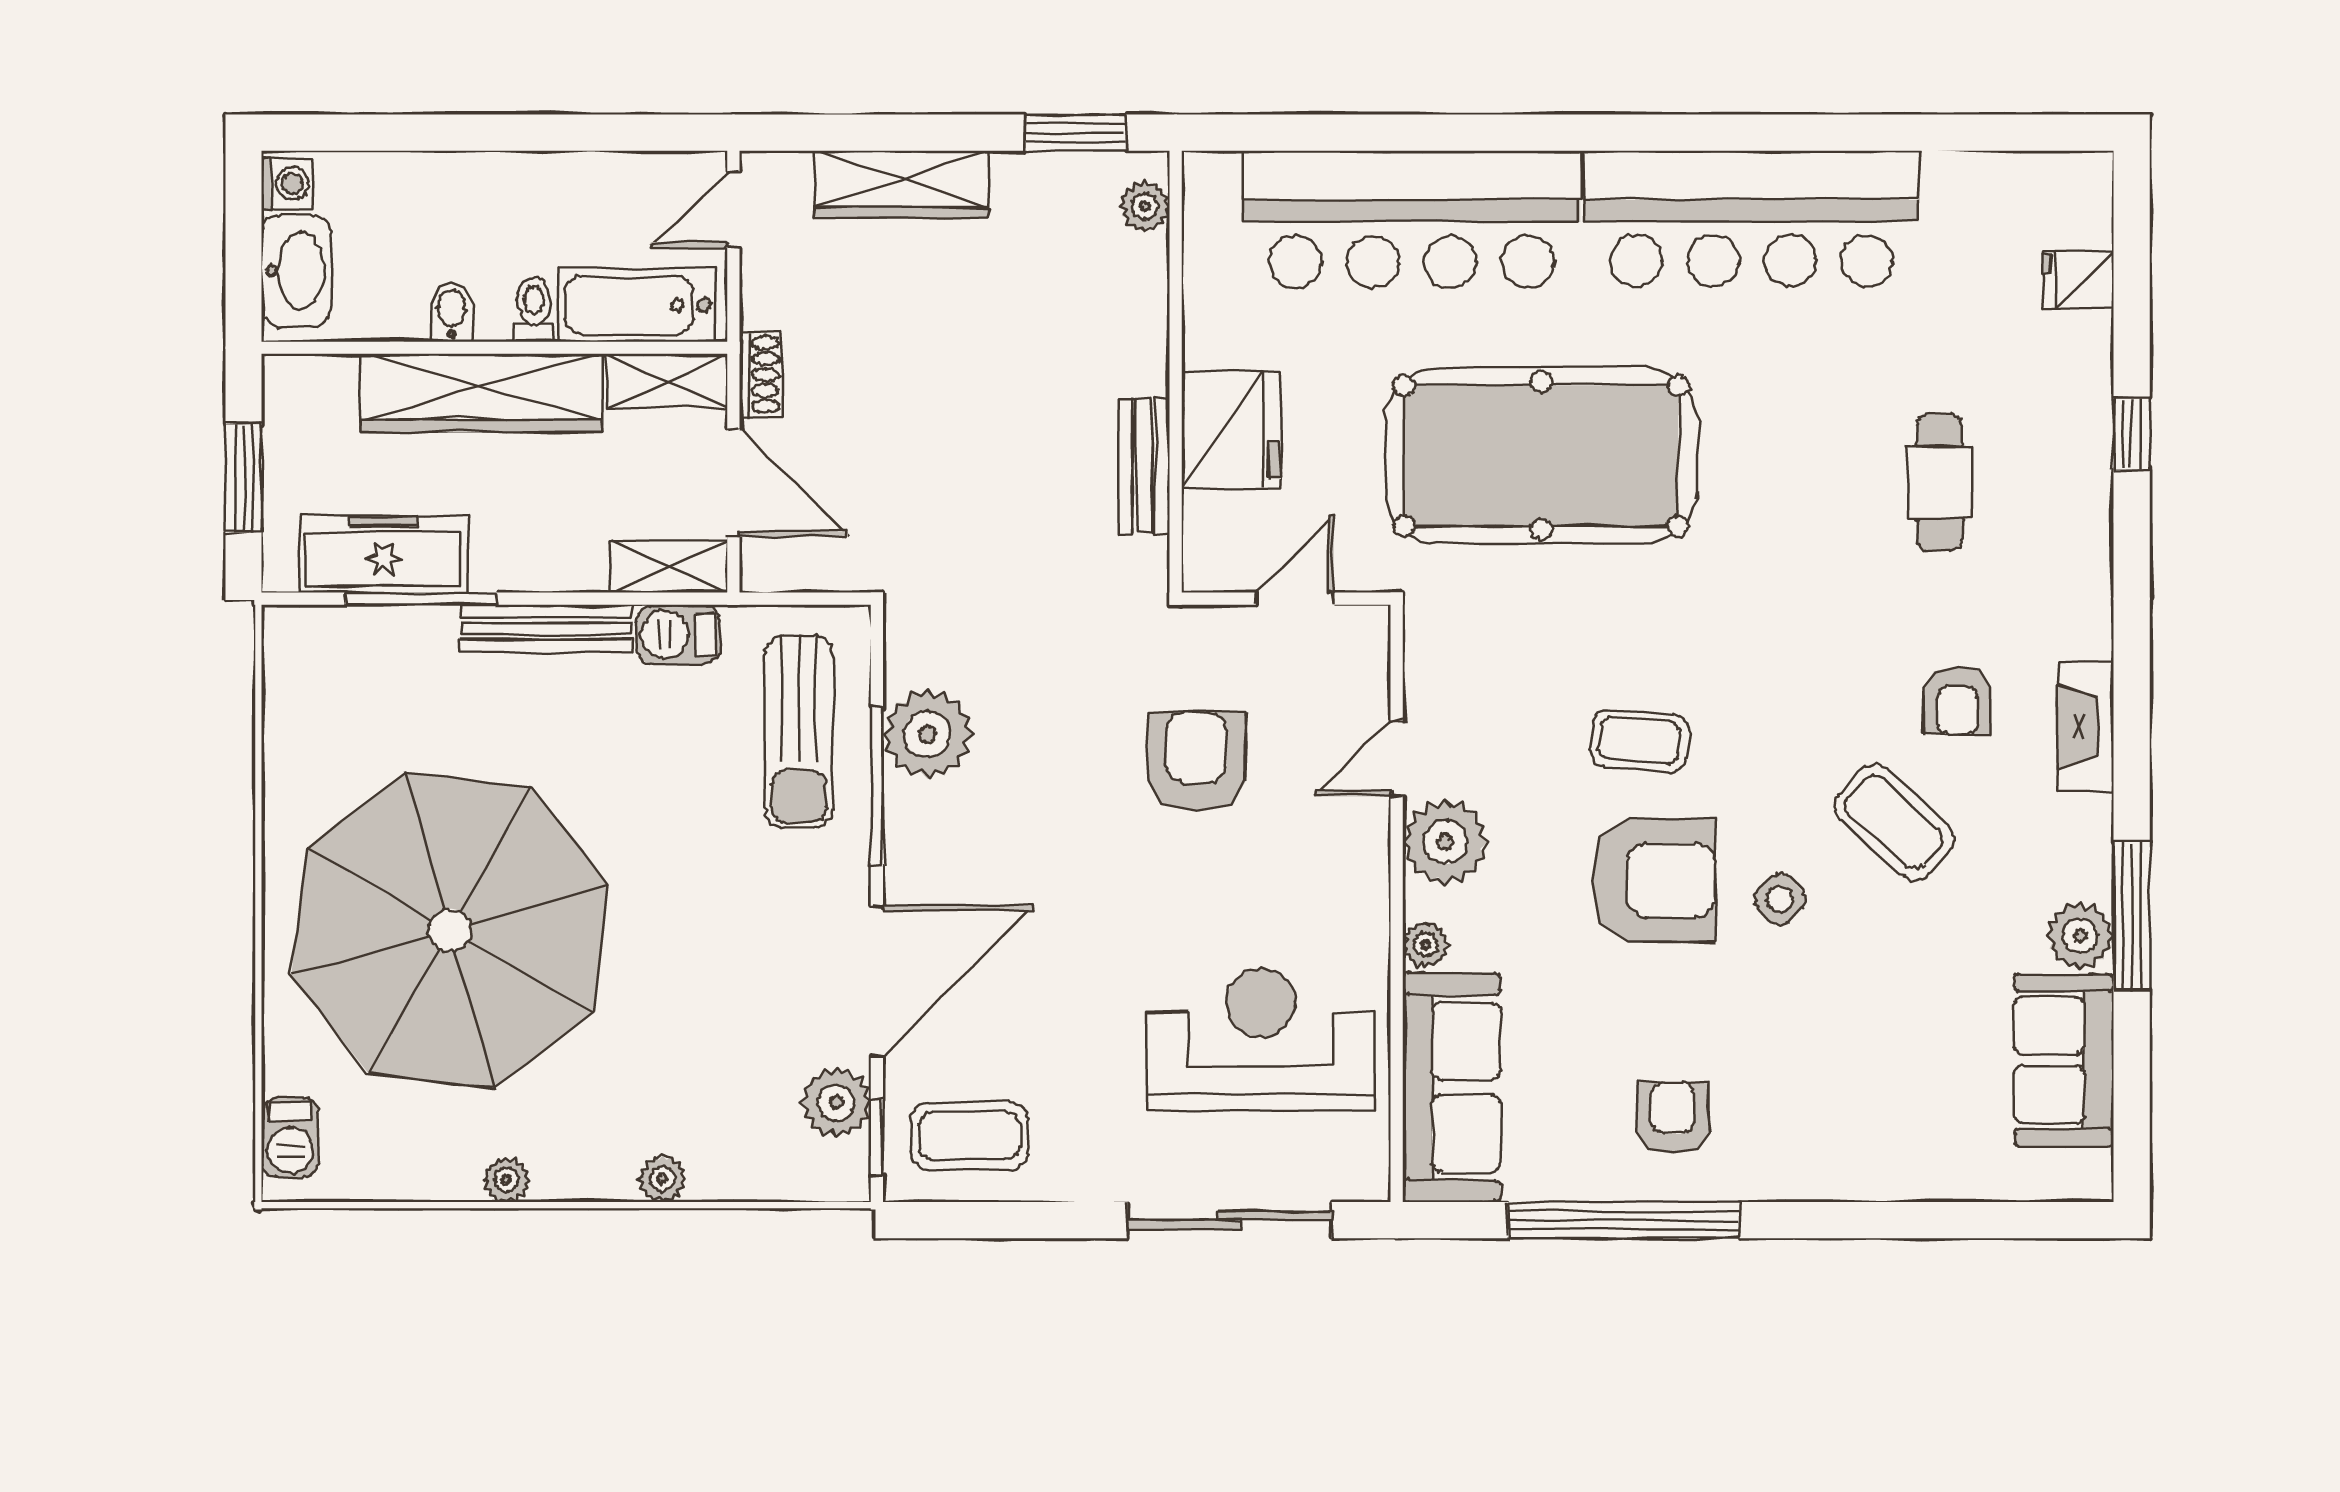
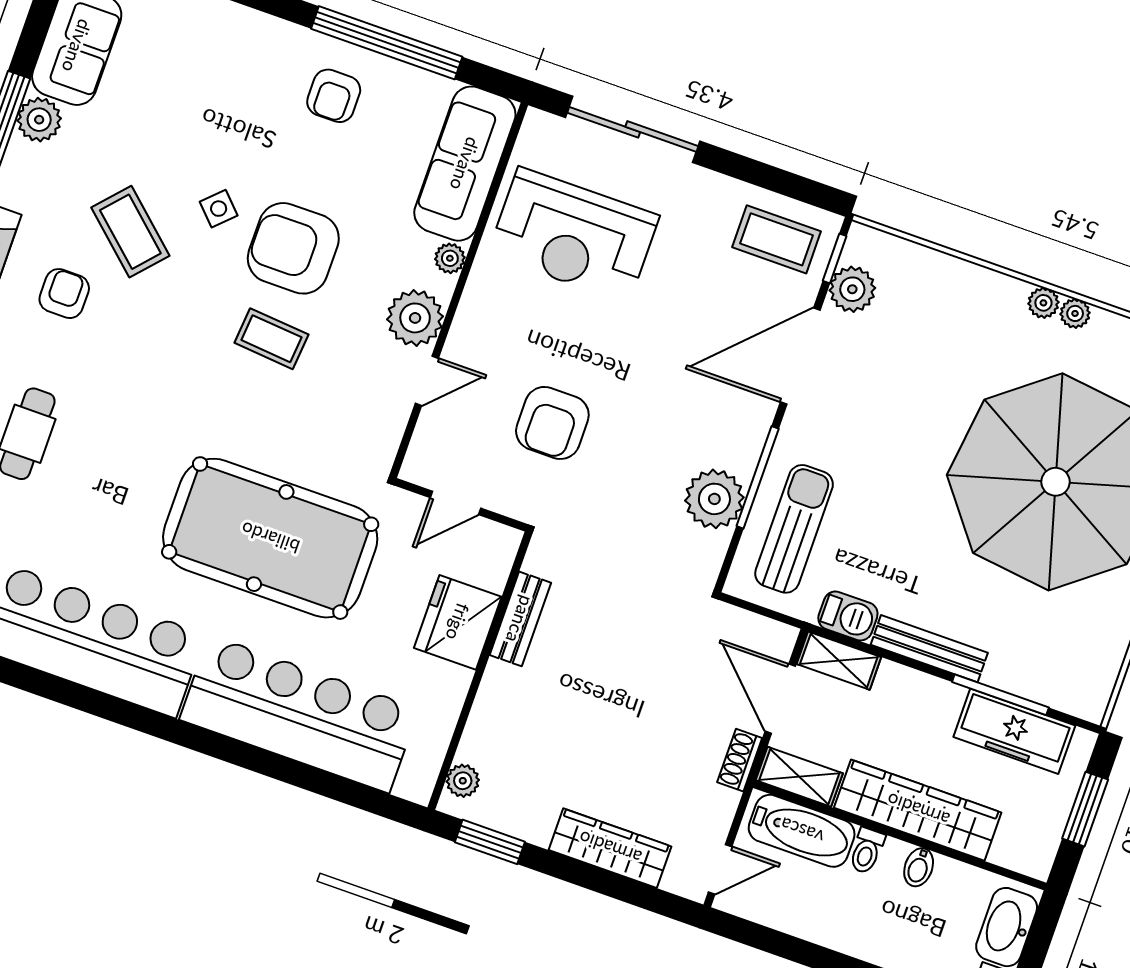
plant: (663, 1179) -> (1043, 303), moved

